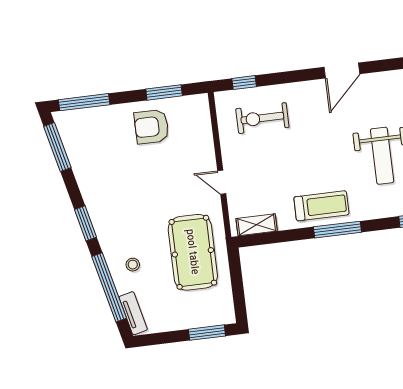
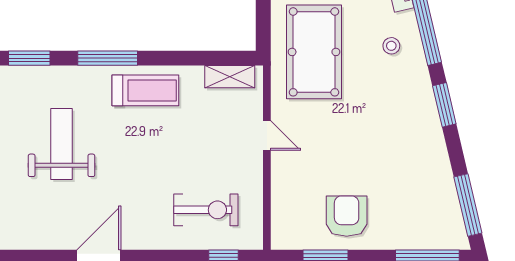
armchair: (151, 127) -> (347, 216), turned -90
treadmill: (321, 206) -> (145, 90), turned 180
window: (337, 230) -> (108, 58), moved

